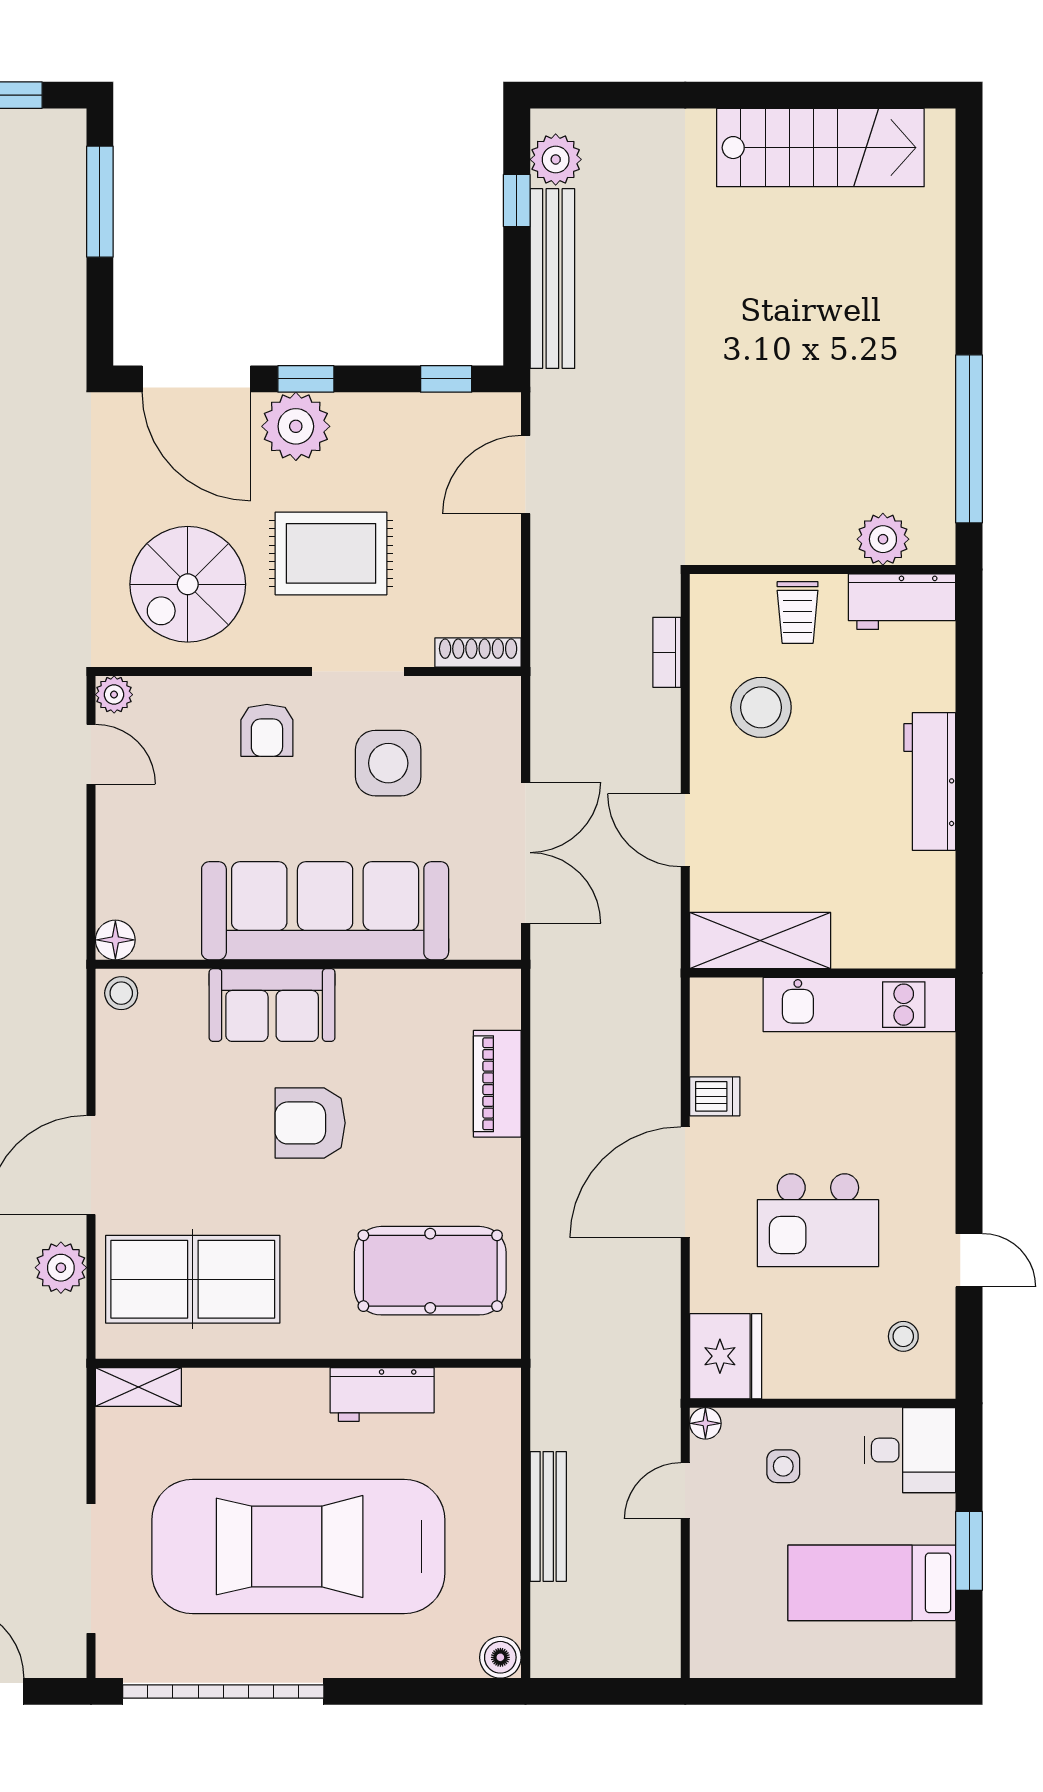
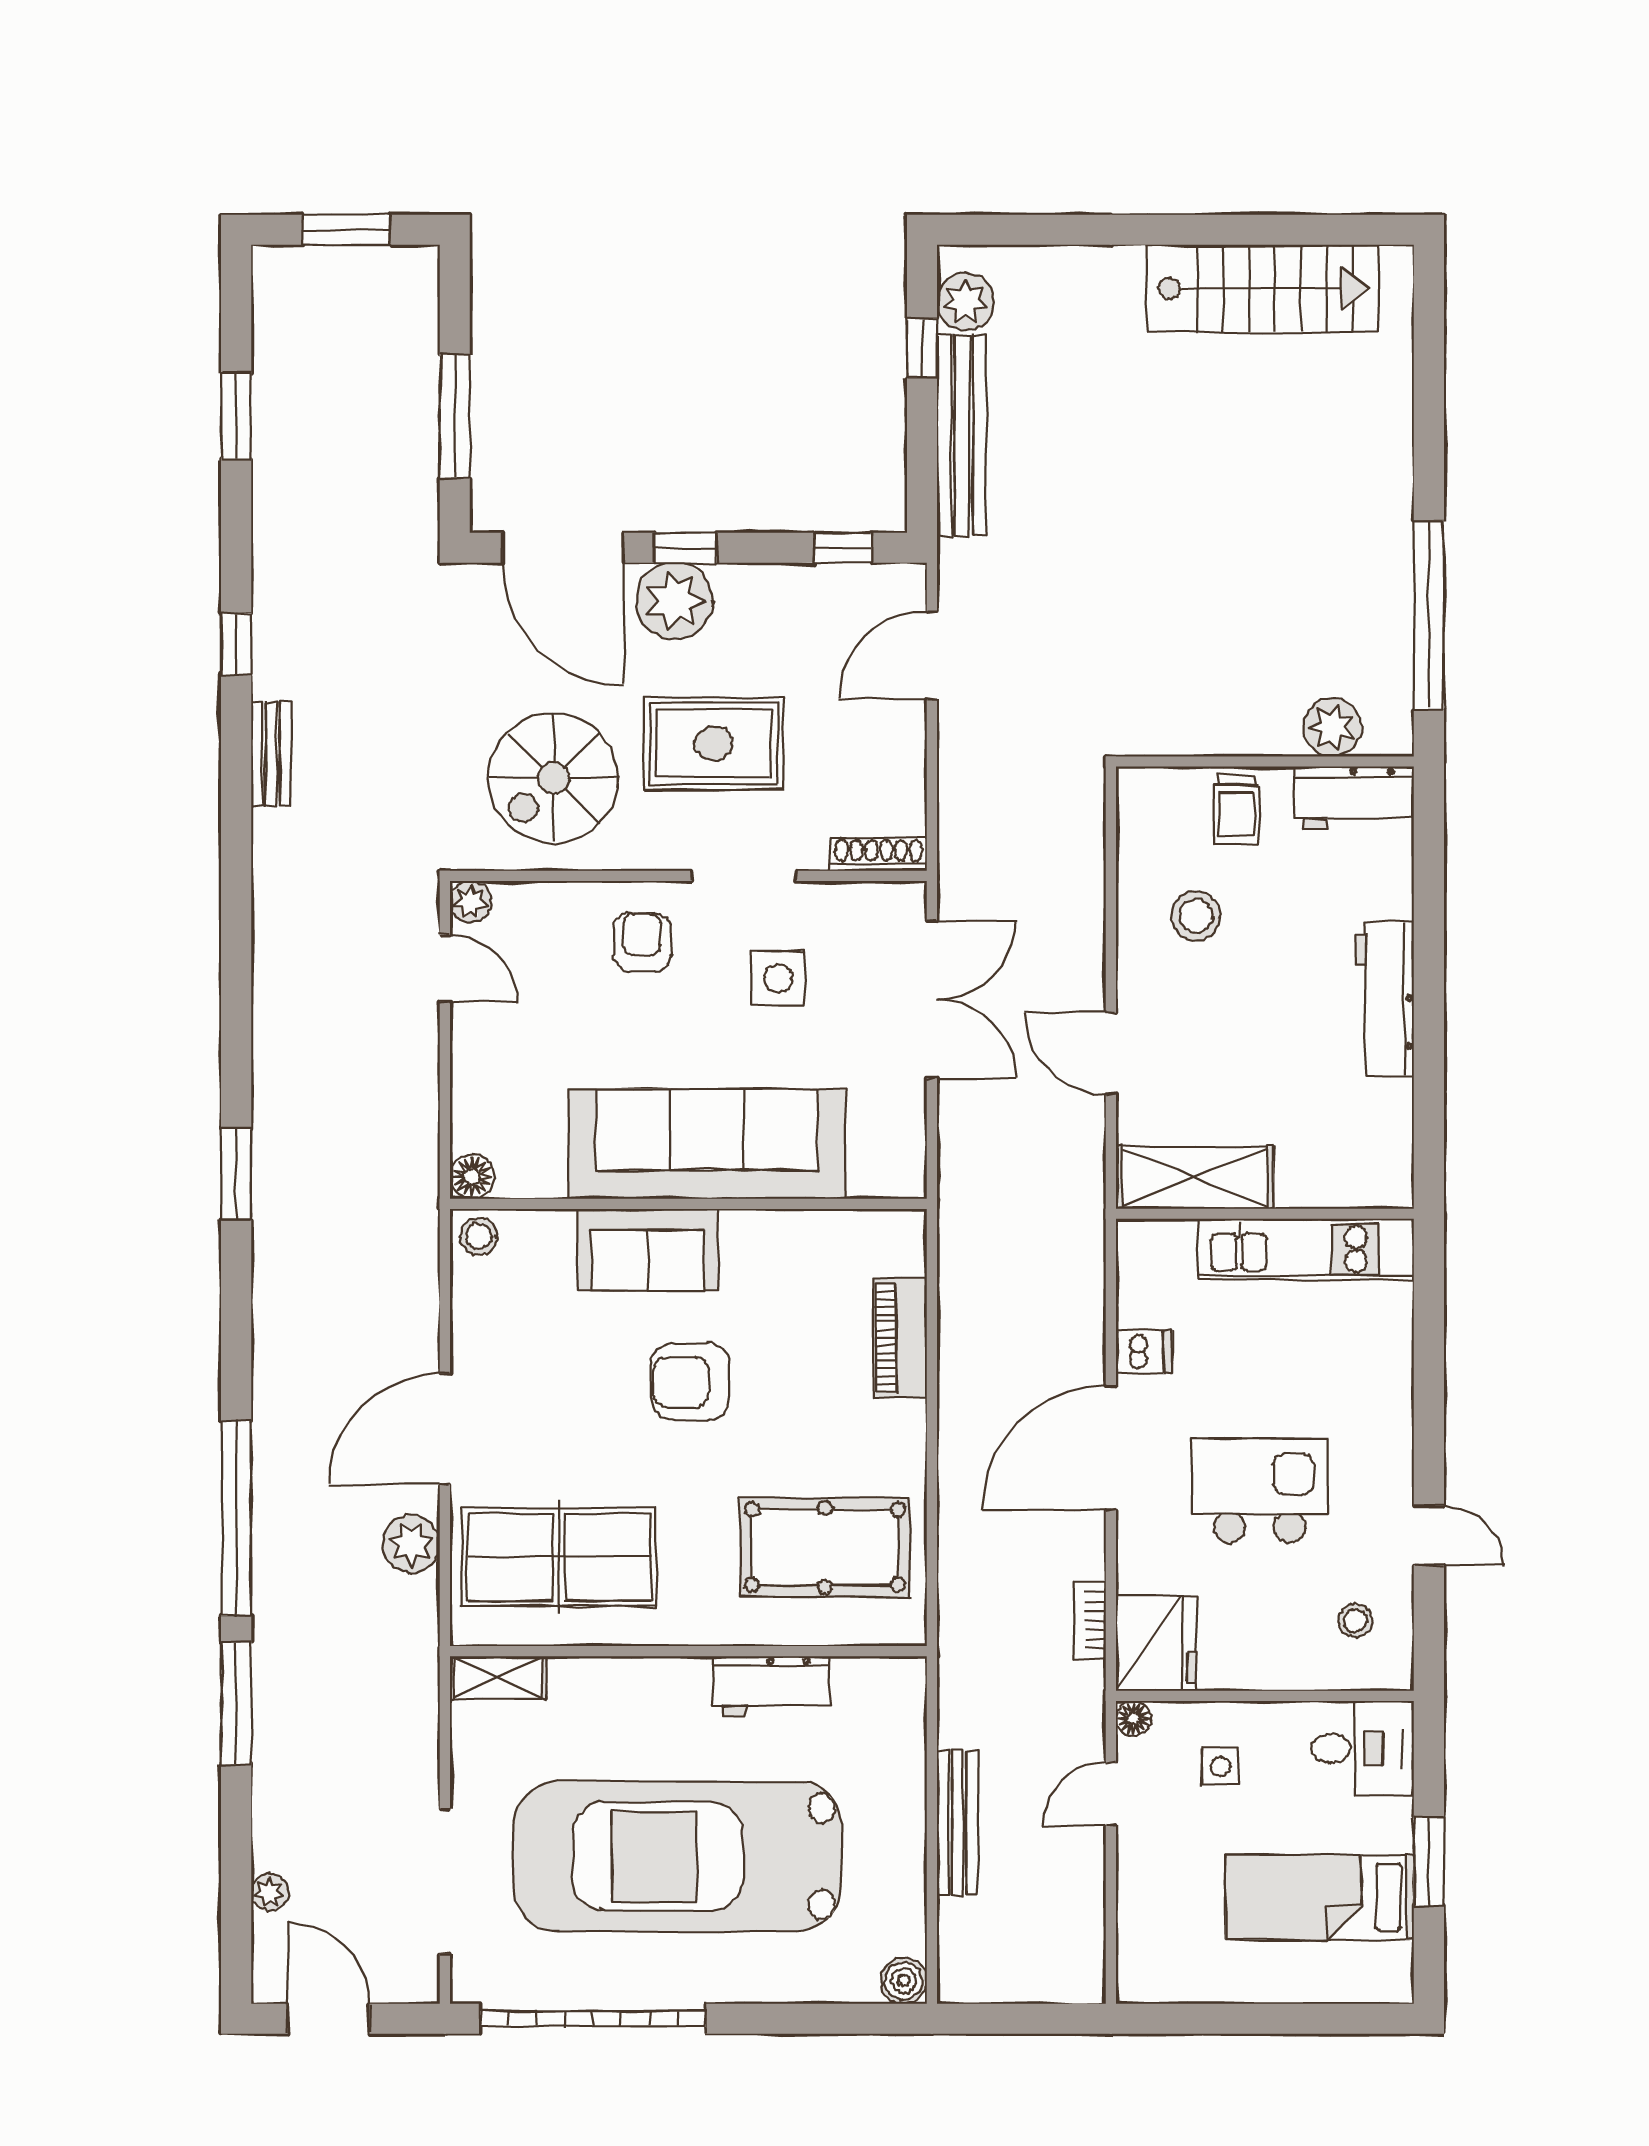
window: (100, 202) -> (455, 416), moved
bookcase: (667, 652) -> (1090, 1620), moved
stool: (761, 707) -> (1196, 916), width x0.73, depth x0.73
armchair: (267, 730) -> (642, 942), turned 180
side table: (388, 763) -> (778, 978), width x0.73, depth x0.73
double door: (526, 853) -> (932, 999), moved
kitchen island: (818, 1220) -> (1260, 1491), turned 180

